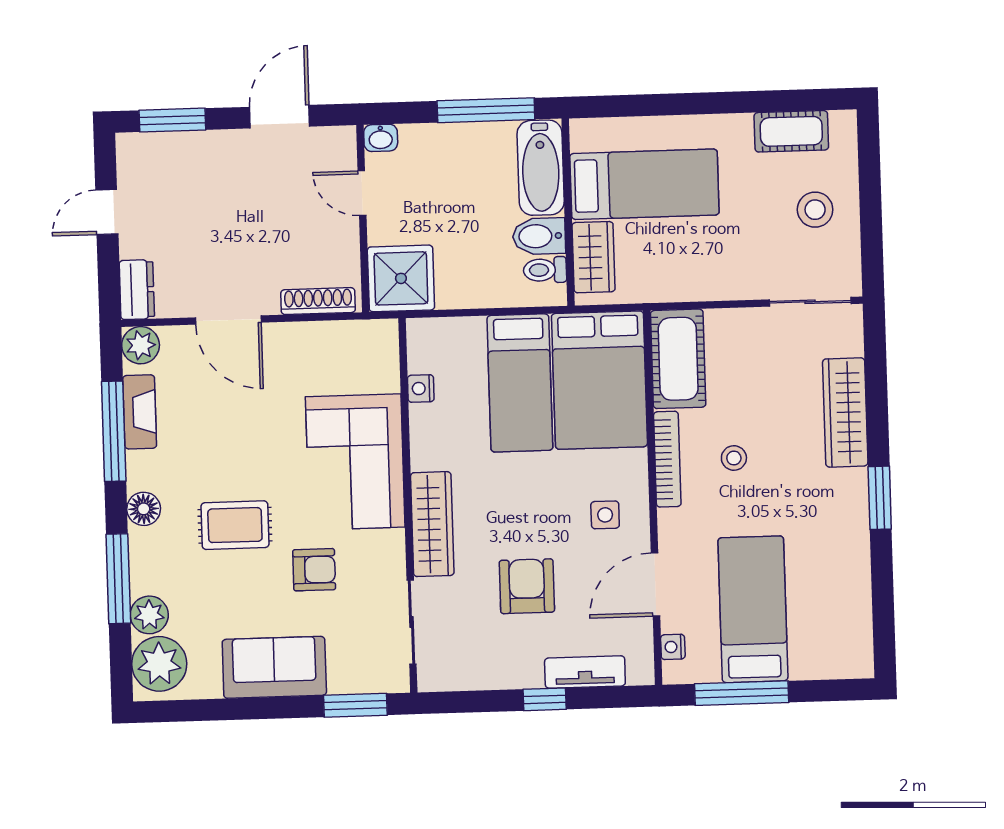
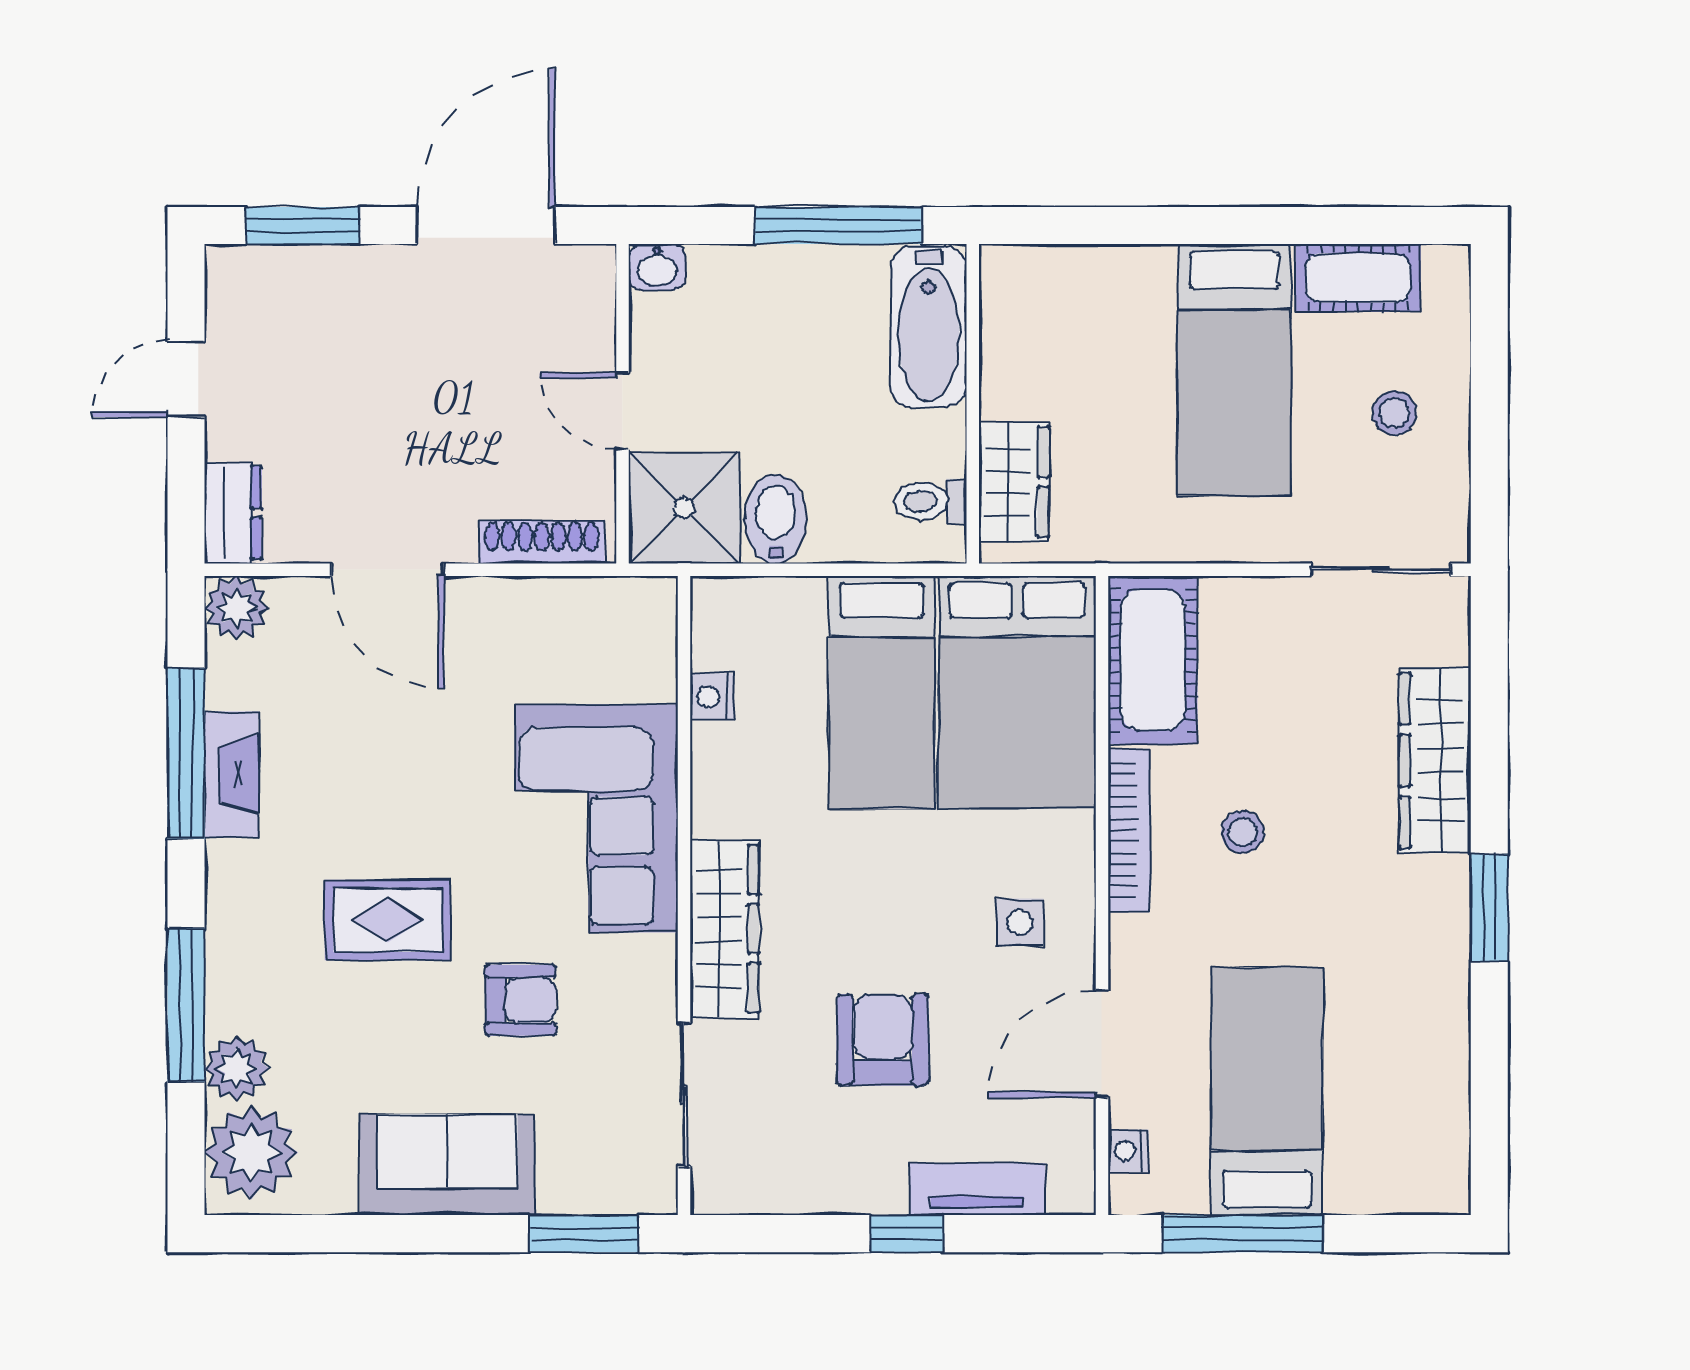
door: (280, 117) -> (486, 226), width x1.36
bed: (644, 184) -> (1234, 370), moved, turned 90
door: (362, 193) -> (622, 411), moved
stool: (815, 210) -> (1394, 413), width x0.73, depth x0.73
bidet: (539, 236) -> (776, 519), moved, turned 90
fireplace: (140, 412) -> (231, 774), moved
floor lamp: (144, 509) -> (233, 887), removed

